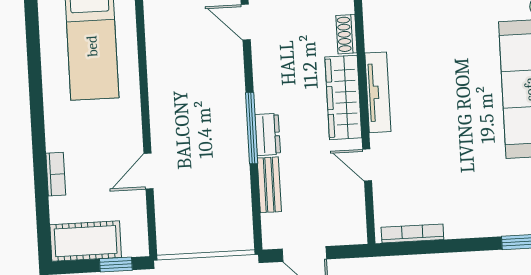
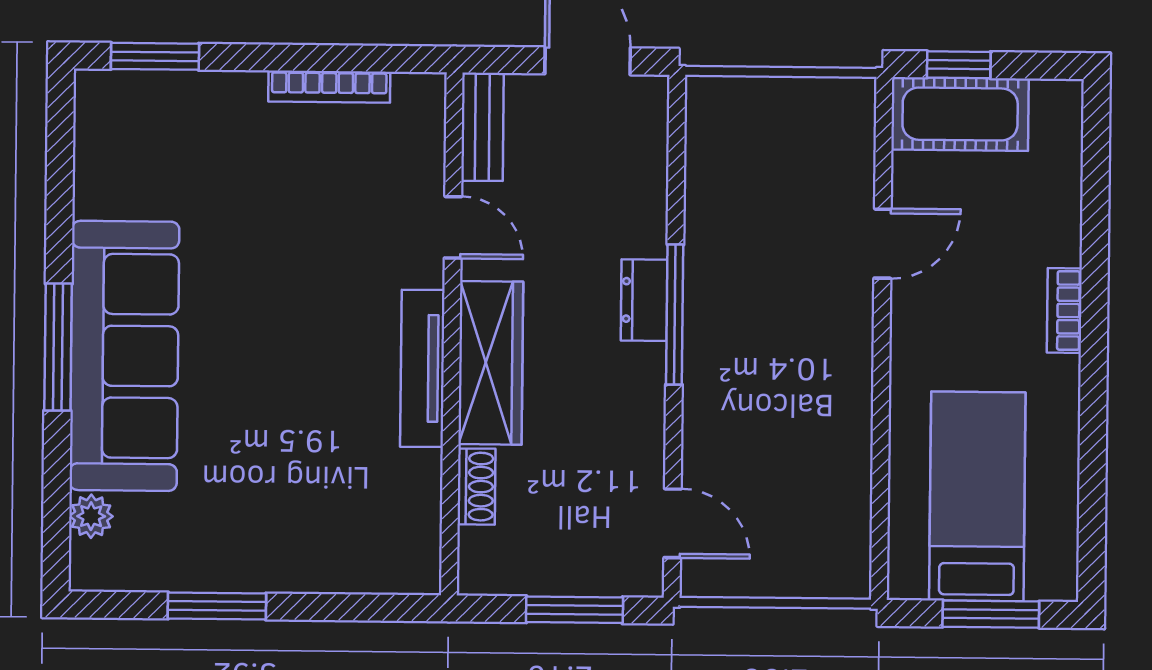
bookcase: (56, 174) -> (1064, 310), moved
bench: (269, 185) -> (482, 127), moved
bookcase: (412, 233) -> (329, 87), moved
cot: (86, 241) -> (960, 114), moved

